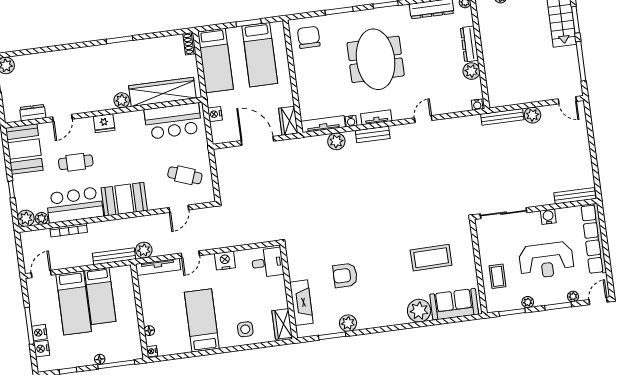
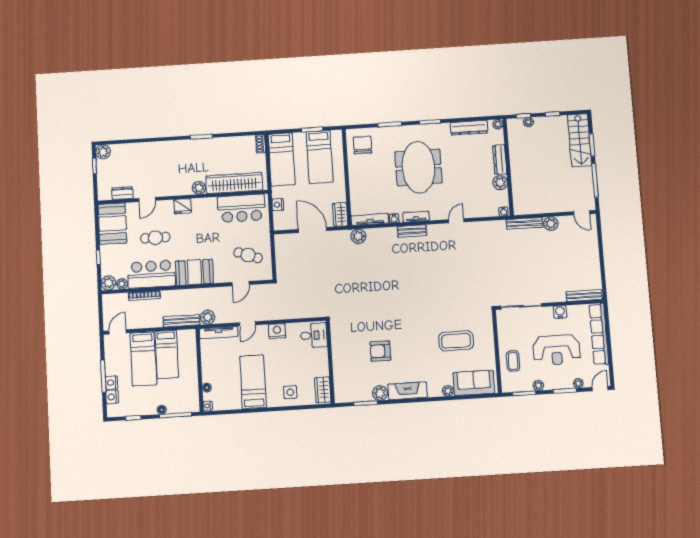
plant: (336, 141) -> (358, 236), moved
fireplace: (301, 303) -> (408, 391), moved, turned -90
plant: (419, 311) -> (448, 391), width x0.53, depth x0.53

